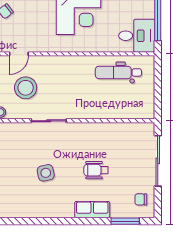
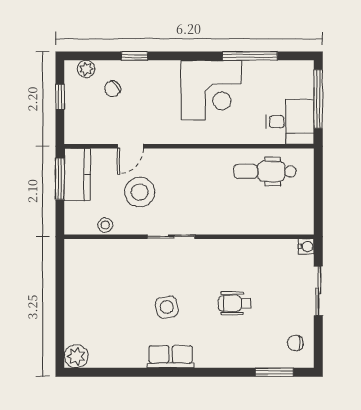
water cooler: (149, 128) -> (306, 246), added
sliding door: (158, 161) -> (318, 291), width x0.73
row of seats: (92, 210) -> (171, 357), moved

